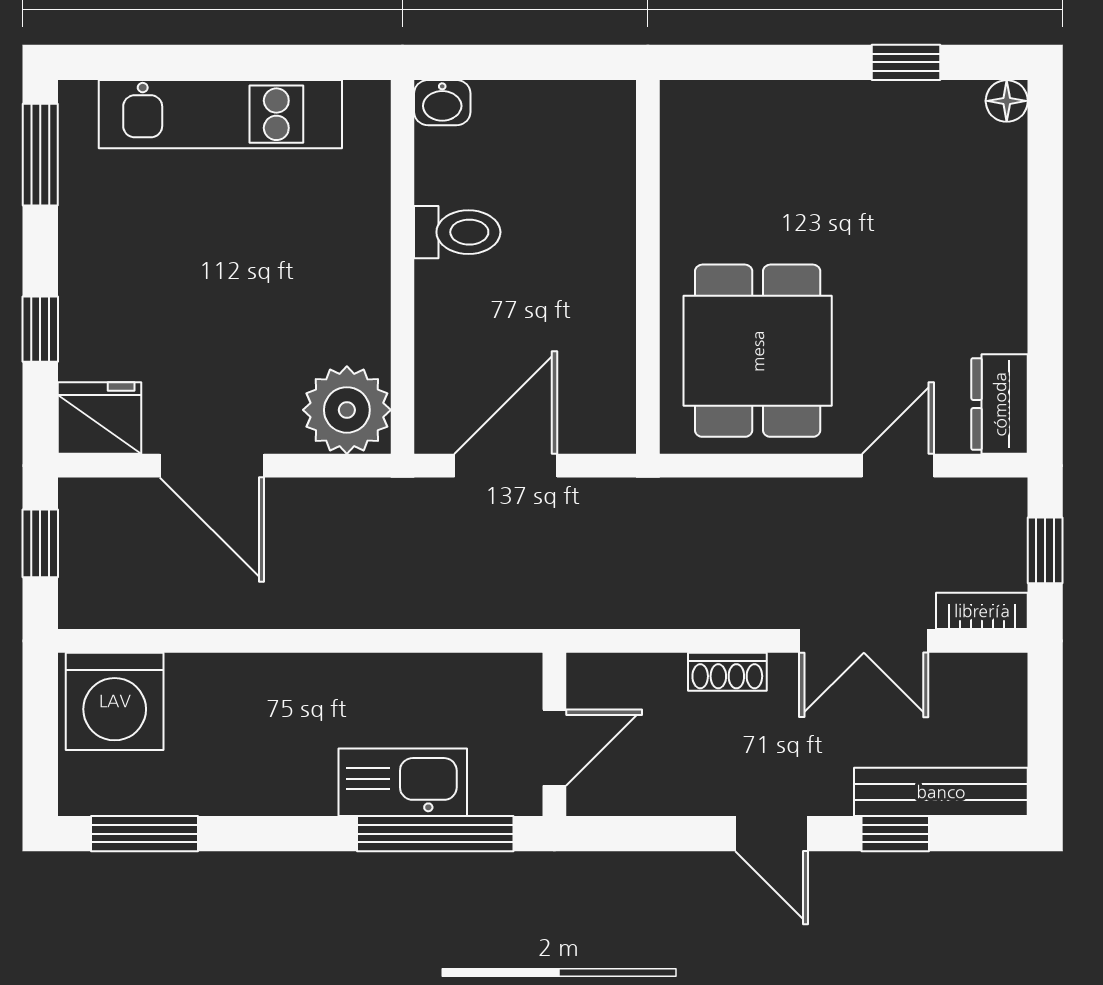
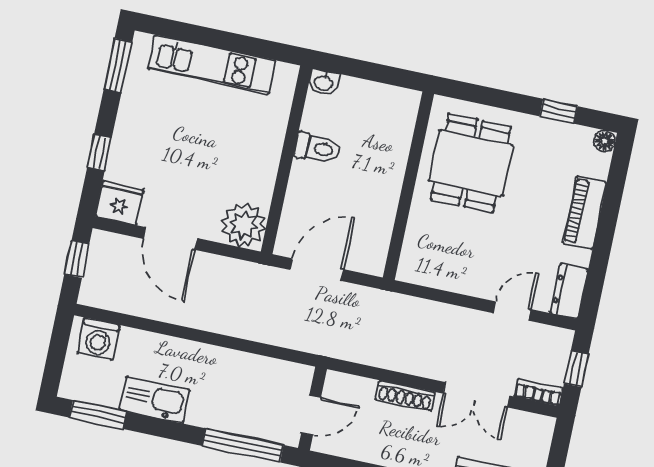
piano: (997, 246) -> (585, 212), added
dining table: (758, 351) -> (471, 163), moved
shoe rack: (727, 672) -> (405, 396), width x1.43
washing machine: (115, 701) -> (99, 339), width x0.73, depth x0.73
kitchen sink: (403, 782) -> (155, 400), moved

